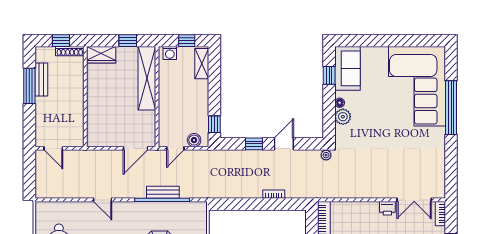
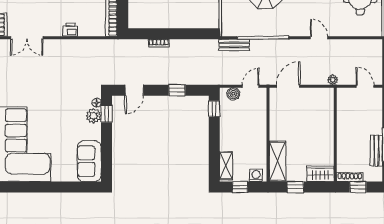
window: (329, 75) -> (107, 114), moved
shelving: (147, 78) -> (277, 161), width x0.68
floor lamp: (340, 103) -> (97, 103), moved
door: (284, 144) -> (134, 90), moved
plant: (326, 155) -> (333, 80), moved
bench: (163, 192) -> (234, 45), moved
double door: (414, 200) -> (27, 38), swing flipped
printer: (387, 208) -> (70, 30), moved

